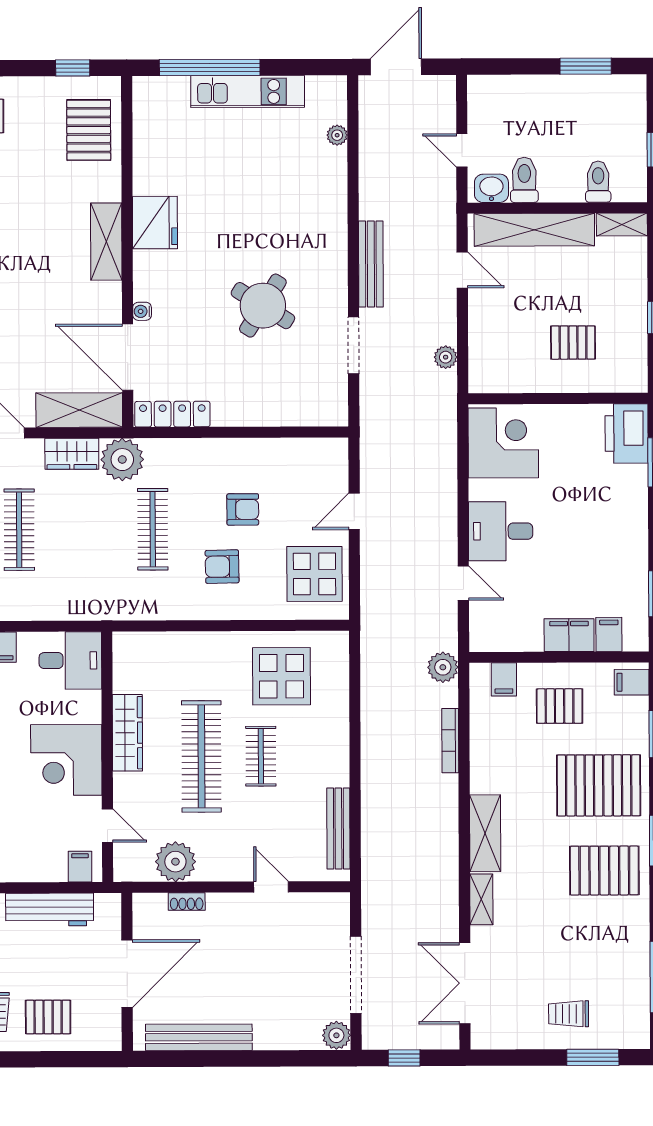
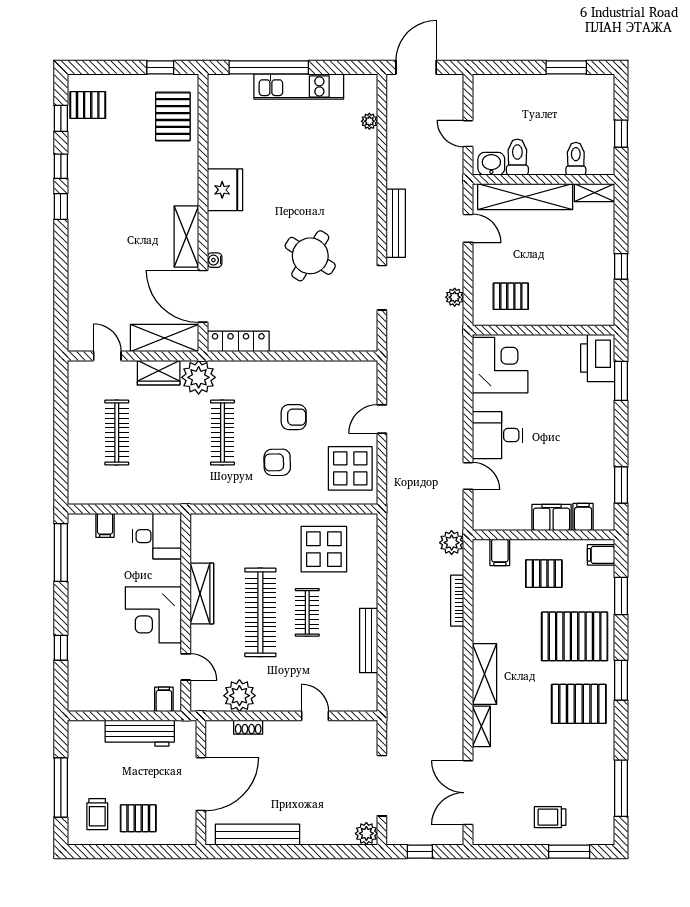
shelving: (106, 242) -> (186, 236), moved
pallet: (573, 343) -> (511, 296), moved
bench: (338, 828) -> (369, 641), moved

